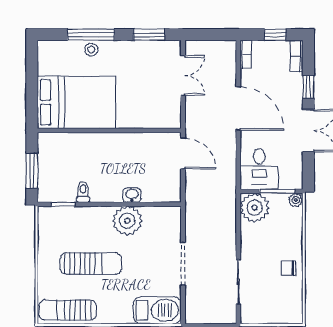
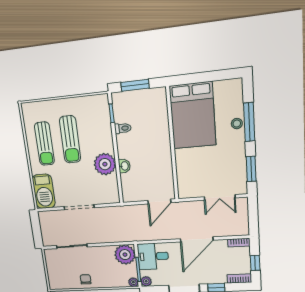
plant: (295, 182) -> (146, 281), added
sun lounger: (68, 310) -> (44, 144), moved, turned 180

